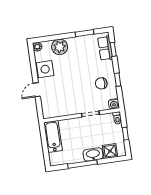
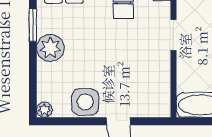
plant: (60, 47) -> (50, 48), moved

